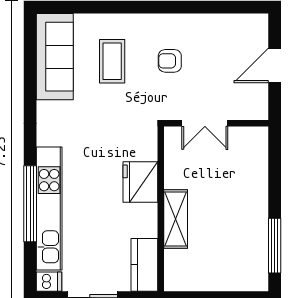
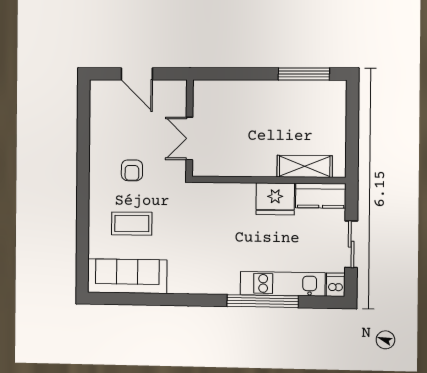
double door: (205, 123) -> (189, 138), swing flipped
fridge: (140, 182) -> (275, 199), moved
kitchen unit: (49, 209) -> (283, 284), width x0.73
shelving: (176, 219) -> (305, 166), moved

